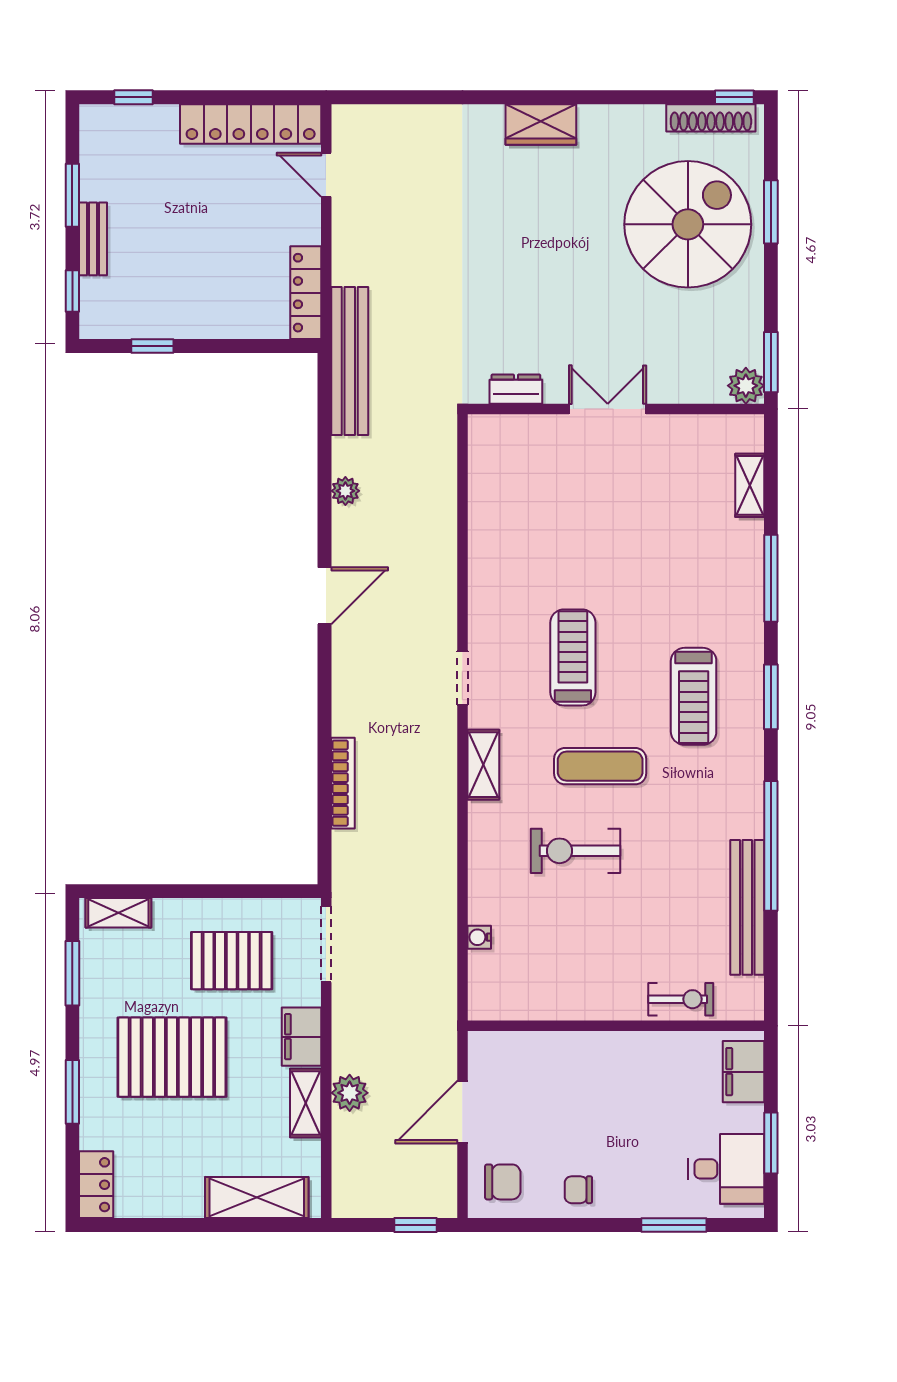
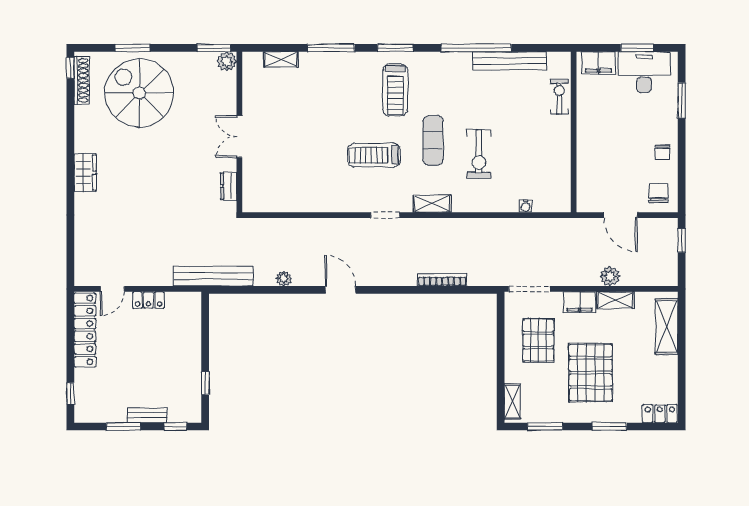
locker: (306, 293) -> (149, 300), moved, width x0.66
treadmill: (694, 696) -> (395, 90), turned 90
desk: (726, 1169) -> (644, 72), width x1.37

